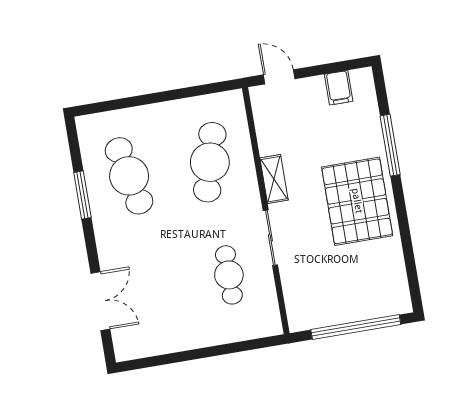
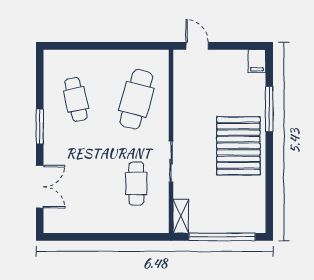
filing cabinet: (339, 88) -> (257, 61), moved
cafe table: (129, 176) -> (76, 99), width x0.73, depth x0.74
shelving: (274, 179) -> (181, 216), moved
window: (82, 195) -> (40, 126), moved

